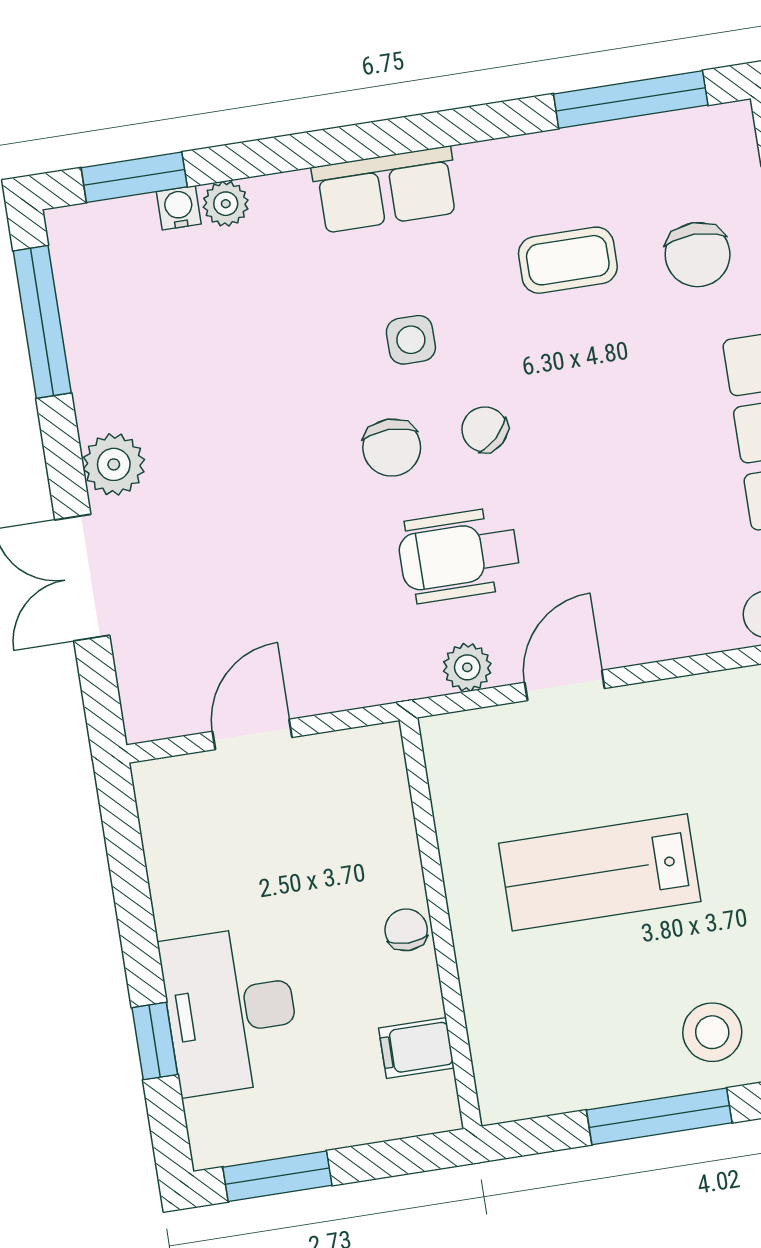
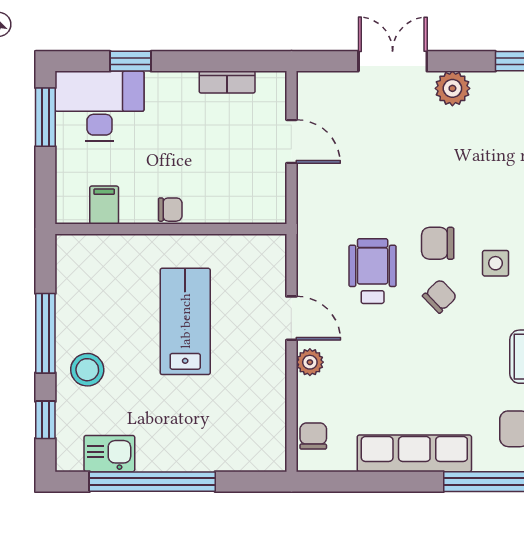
plant: (467, 667) -> (310, 362), moved
bookcase: (165, 865) -> (227, 82), added
desk: (231, 1011) -> (100, 106), moved

